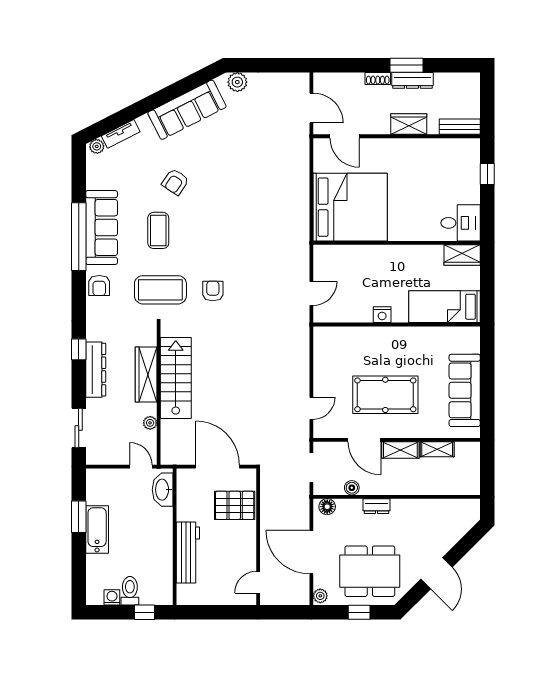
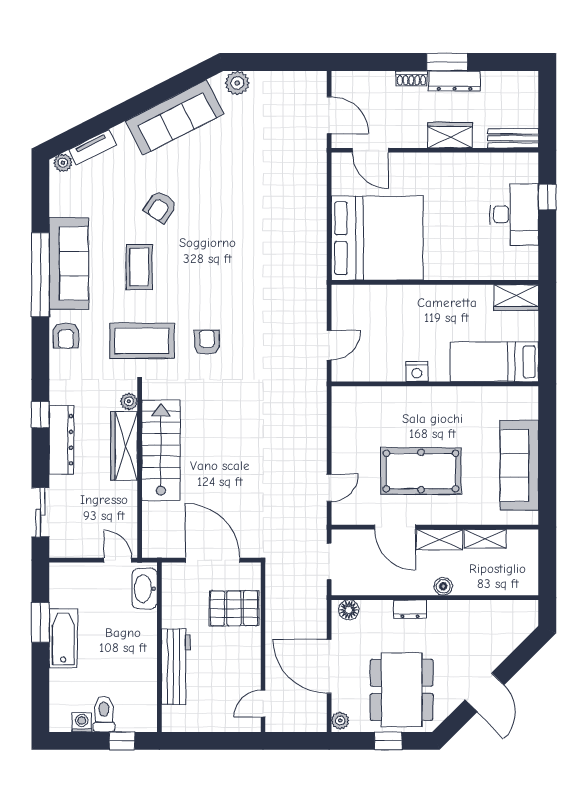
desk: (461, 223) -> (514, 214), moved, width x1.37
plant: (150, 423) -> (129, 401), moved
boiler: (352, 488) -> (443, 586), moved
dining table: (370, 571) -> (402, 690), turned 90

